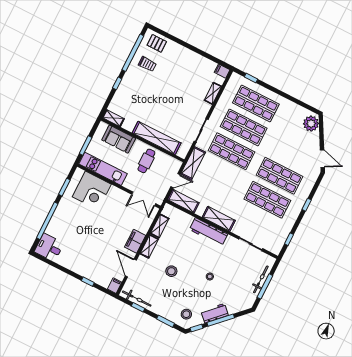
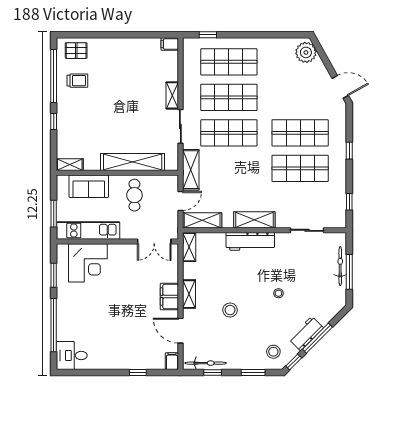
shelving: (213, 93) -> (172, 95), moved
shelving: (160, 226) -> (189, 247), moved

